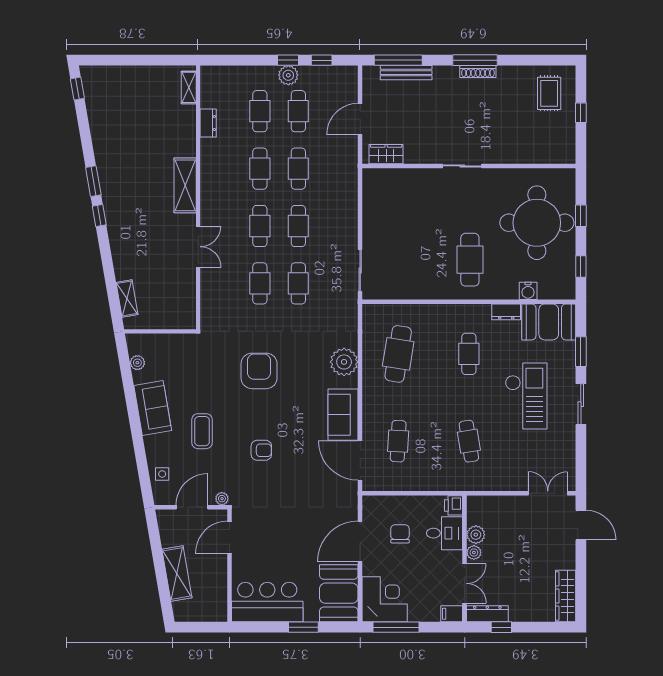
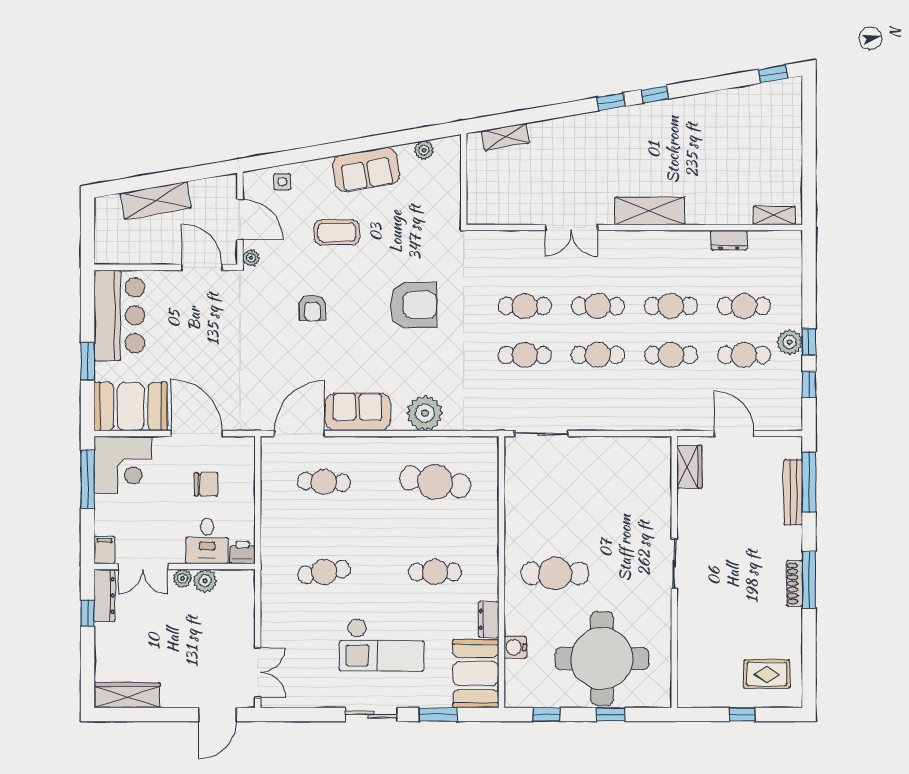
window: (93, 181) -> (655, 94), width x0.67

